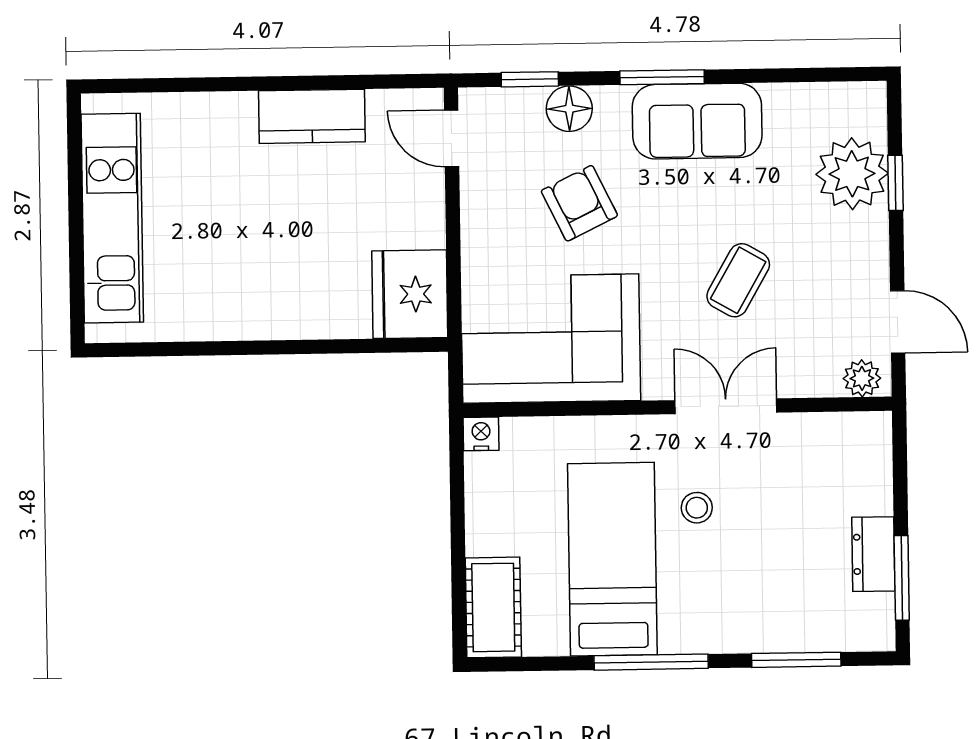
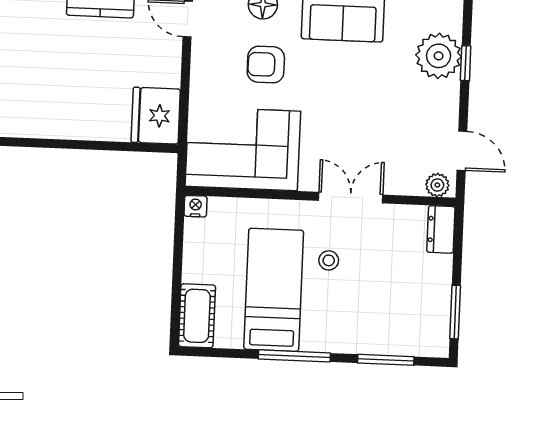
armchair: (579, 203) -> (266, 65), turned -64
coffee table: (738, 280) -> (363, 119), removed
dresser: (873, 554) -> (441, 229), moved

